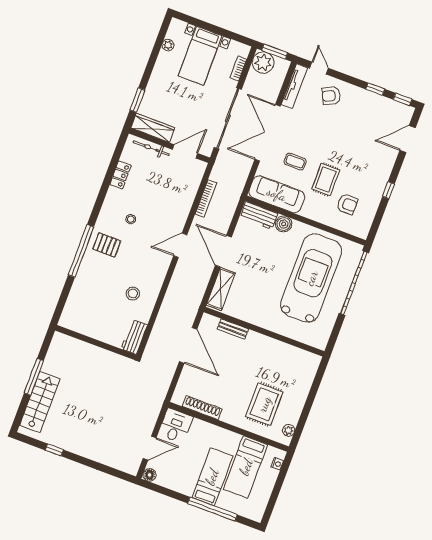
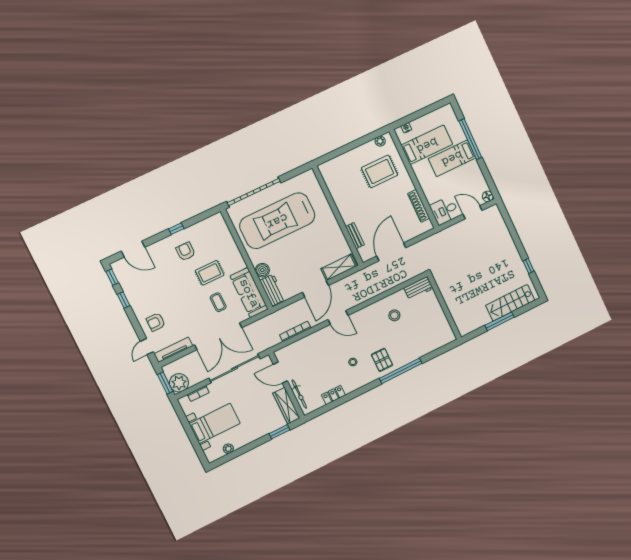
armchair: (331, 96) -> (156, 322), turned 116
armchair: (347, 204) -> (186, 251), moved

